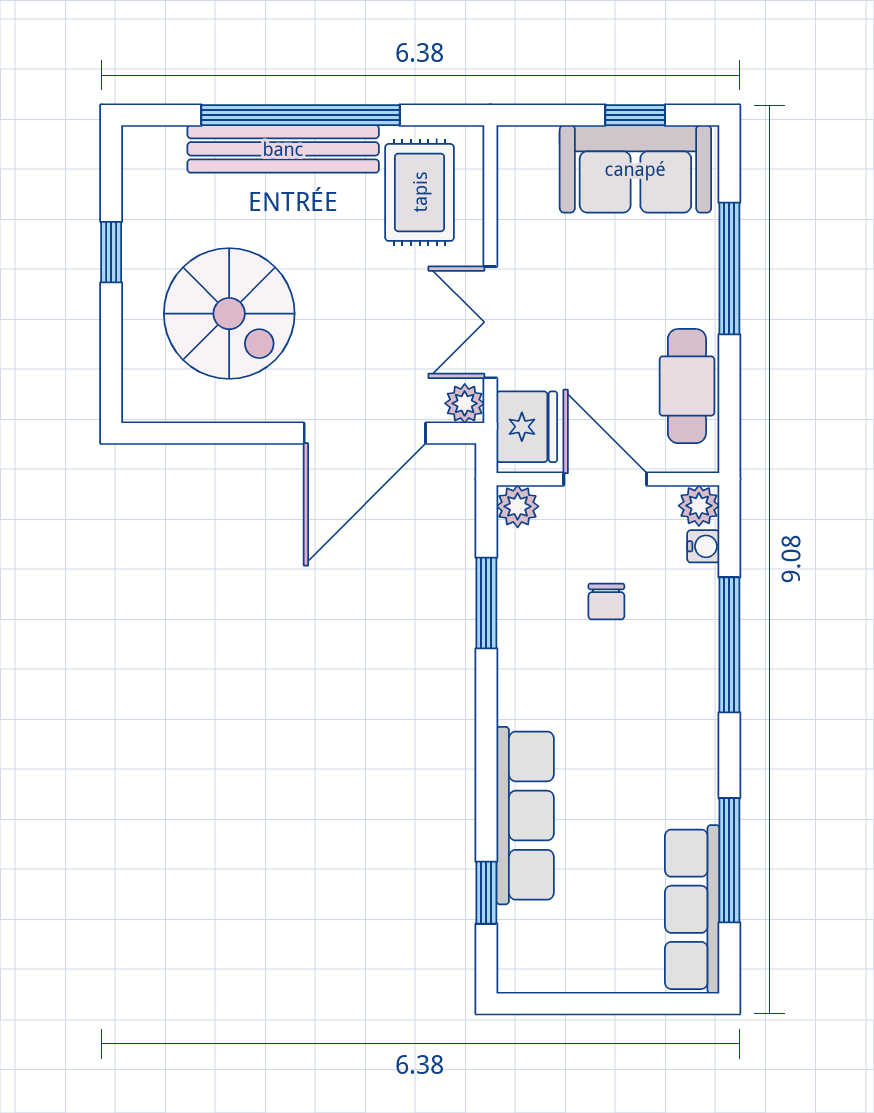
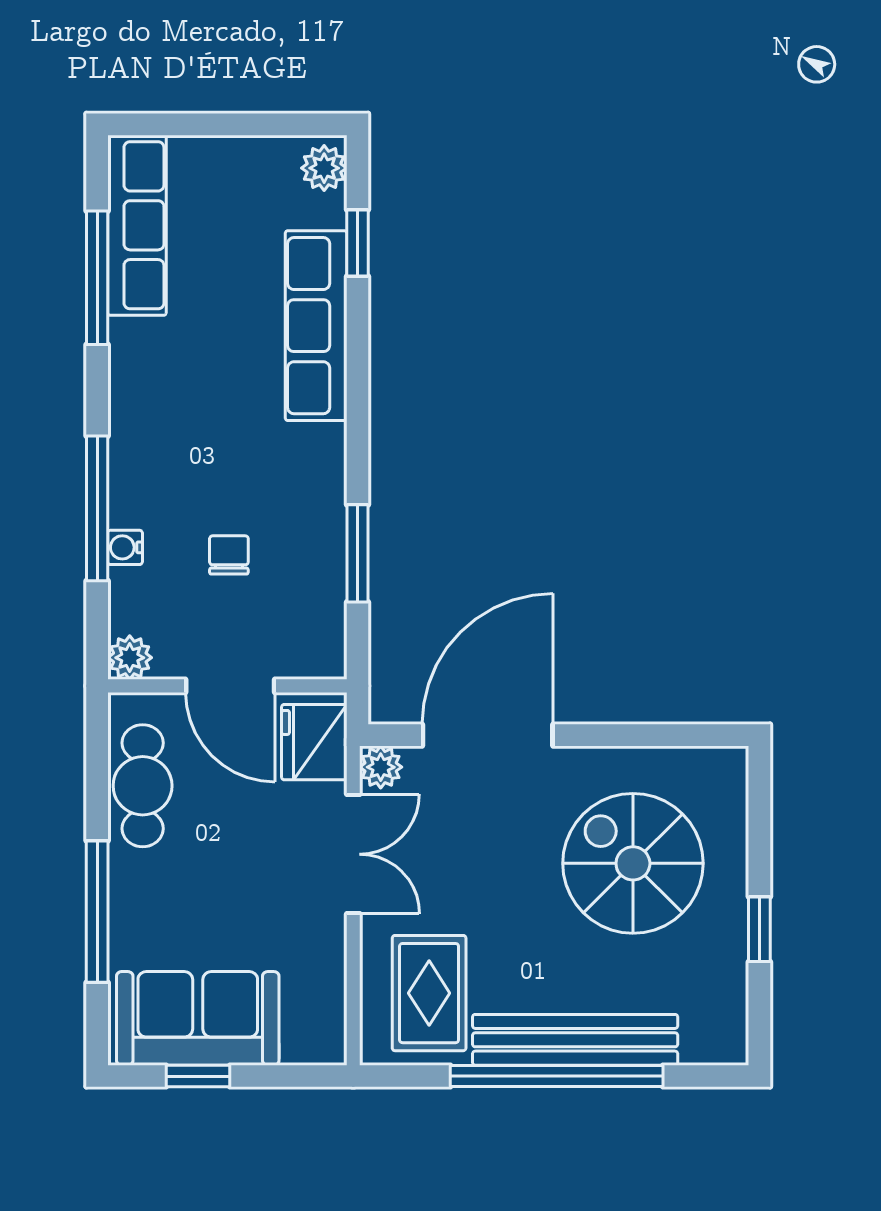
plant: (518, 506) -> (324, 168), moved
water cooler: (703, 546) -> (125, 547), moved

